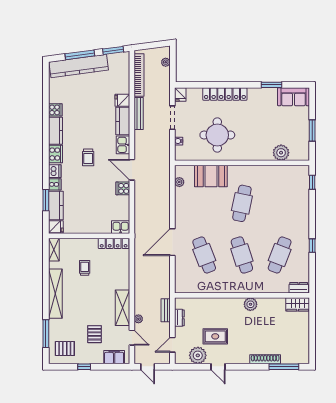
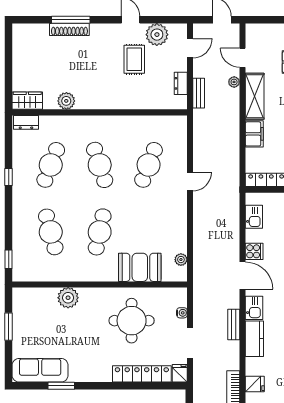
locker: (225, 94) -> (142, 374), moved
sofa: (293, 97) -> (40, 370), width x1.36
fridge: (122, 100) -> (255, 384), moved
bench: (139, 114) -> (234, 324), moved, width x0.73
plant: (281, 153) -> (68, 298), moved
cafe table: (280, 203) -> (51, 232), added
kitchen sink: (121, 227) -> (254, 217), moved, turned -90
door: (172, 242) -> (190, 182), width x0.53
cafe table: (204, 255) -> (149, 165), turned 42
plant: (250, 304) -> (66, 101), moved
rug: (215, 336) -> (134, 59), turned 90
filing cabinet: (114, 357) -> (254, 134), moved, turned -90
window: (284, 367) -> (71, 20), moved

